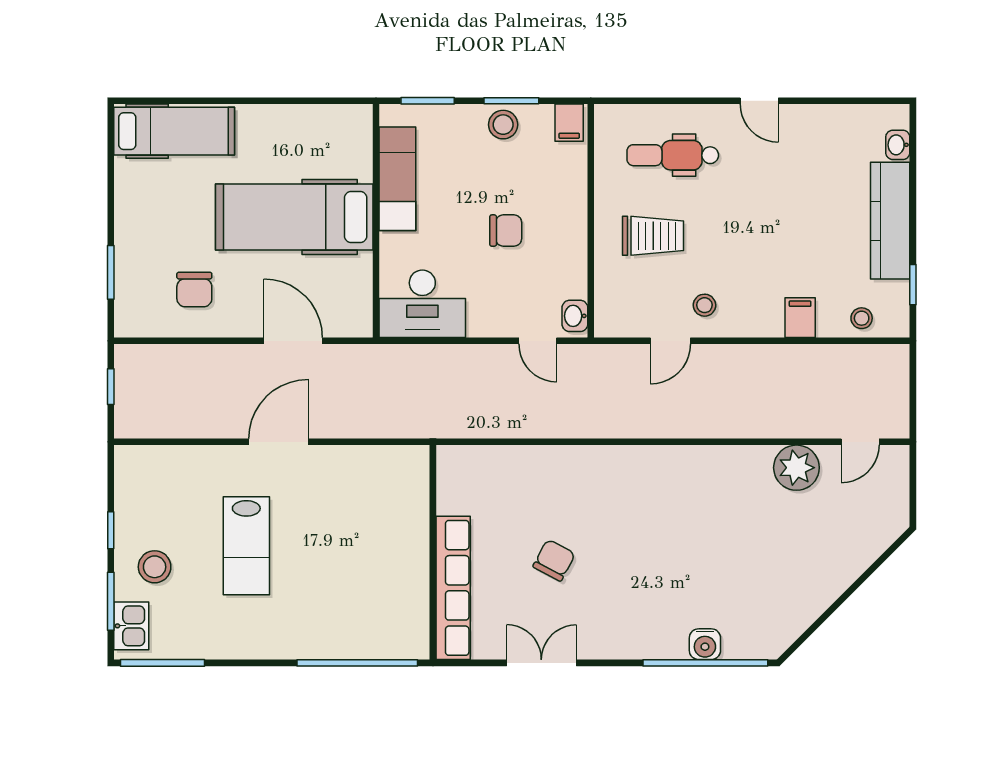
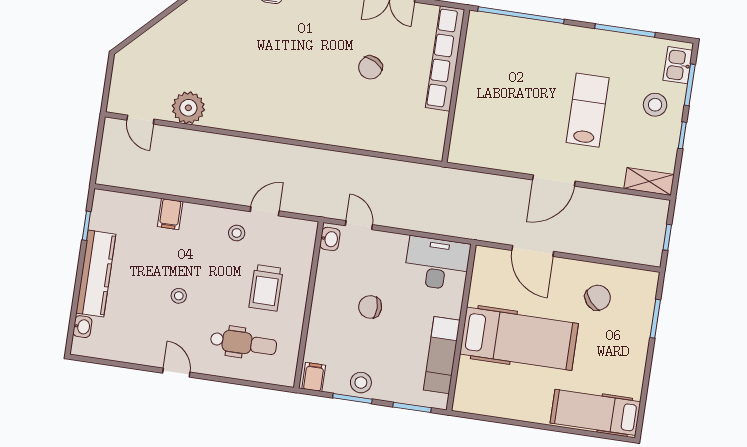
trolley: (653, 236) -> (266, 288), turned -90
chair: (194, 290) -> (598, 298), turned 49
stool: (862, 318) -> (179, 296), moved
door: (860, 442) -> (140, 120), swing flipped
shelving: (147, 460) -> (649, 182), added
window: (162, 663) -> (625, 31), moved

